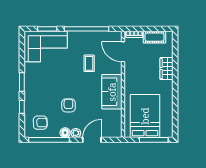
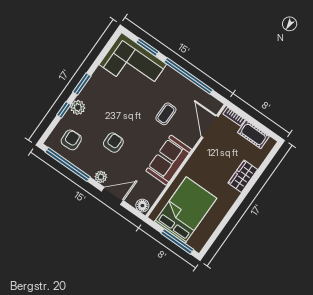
plant: (30, 99) -> (78, 107), added
armchair: (40, 123) -> (71, 140), turned -92
floor lamp: (65, 133) -> (142, 206), moved

